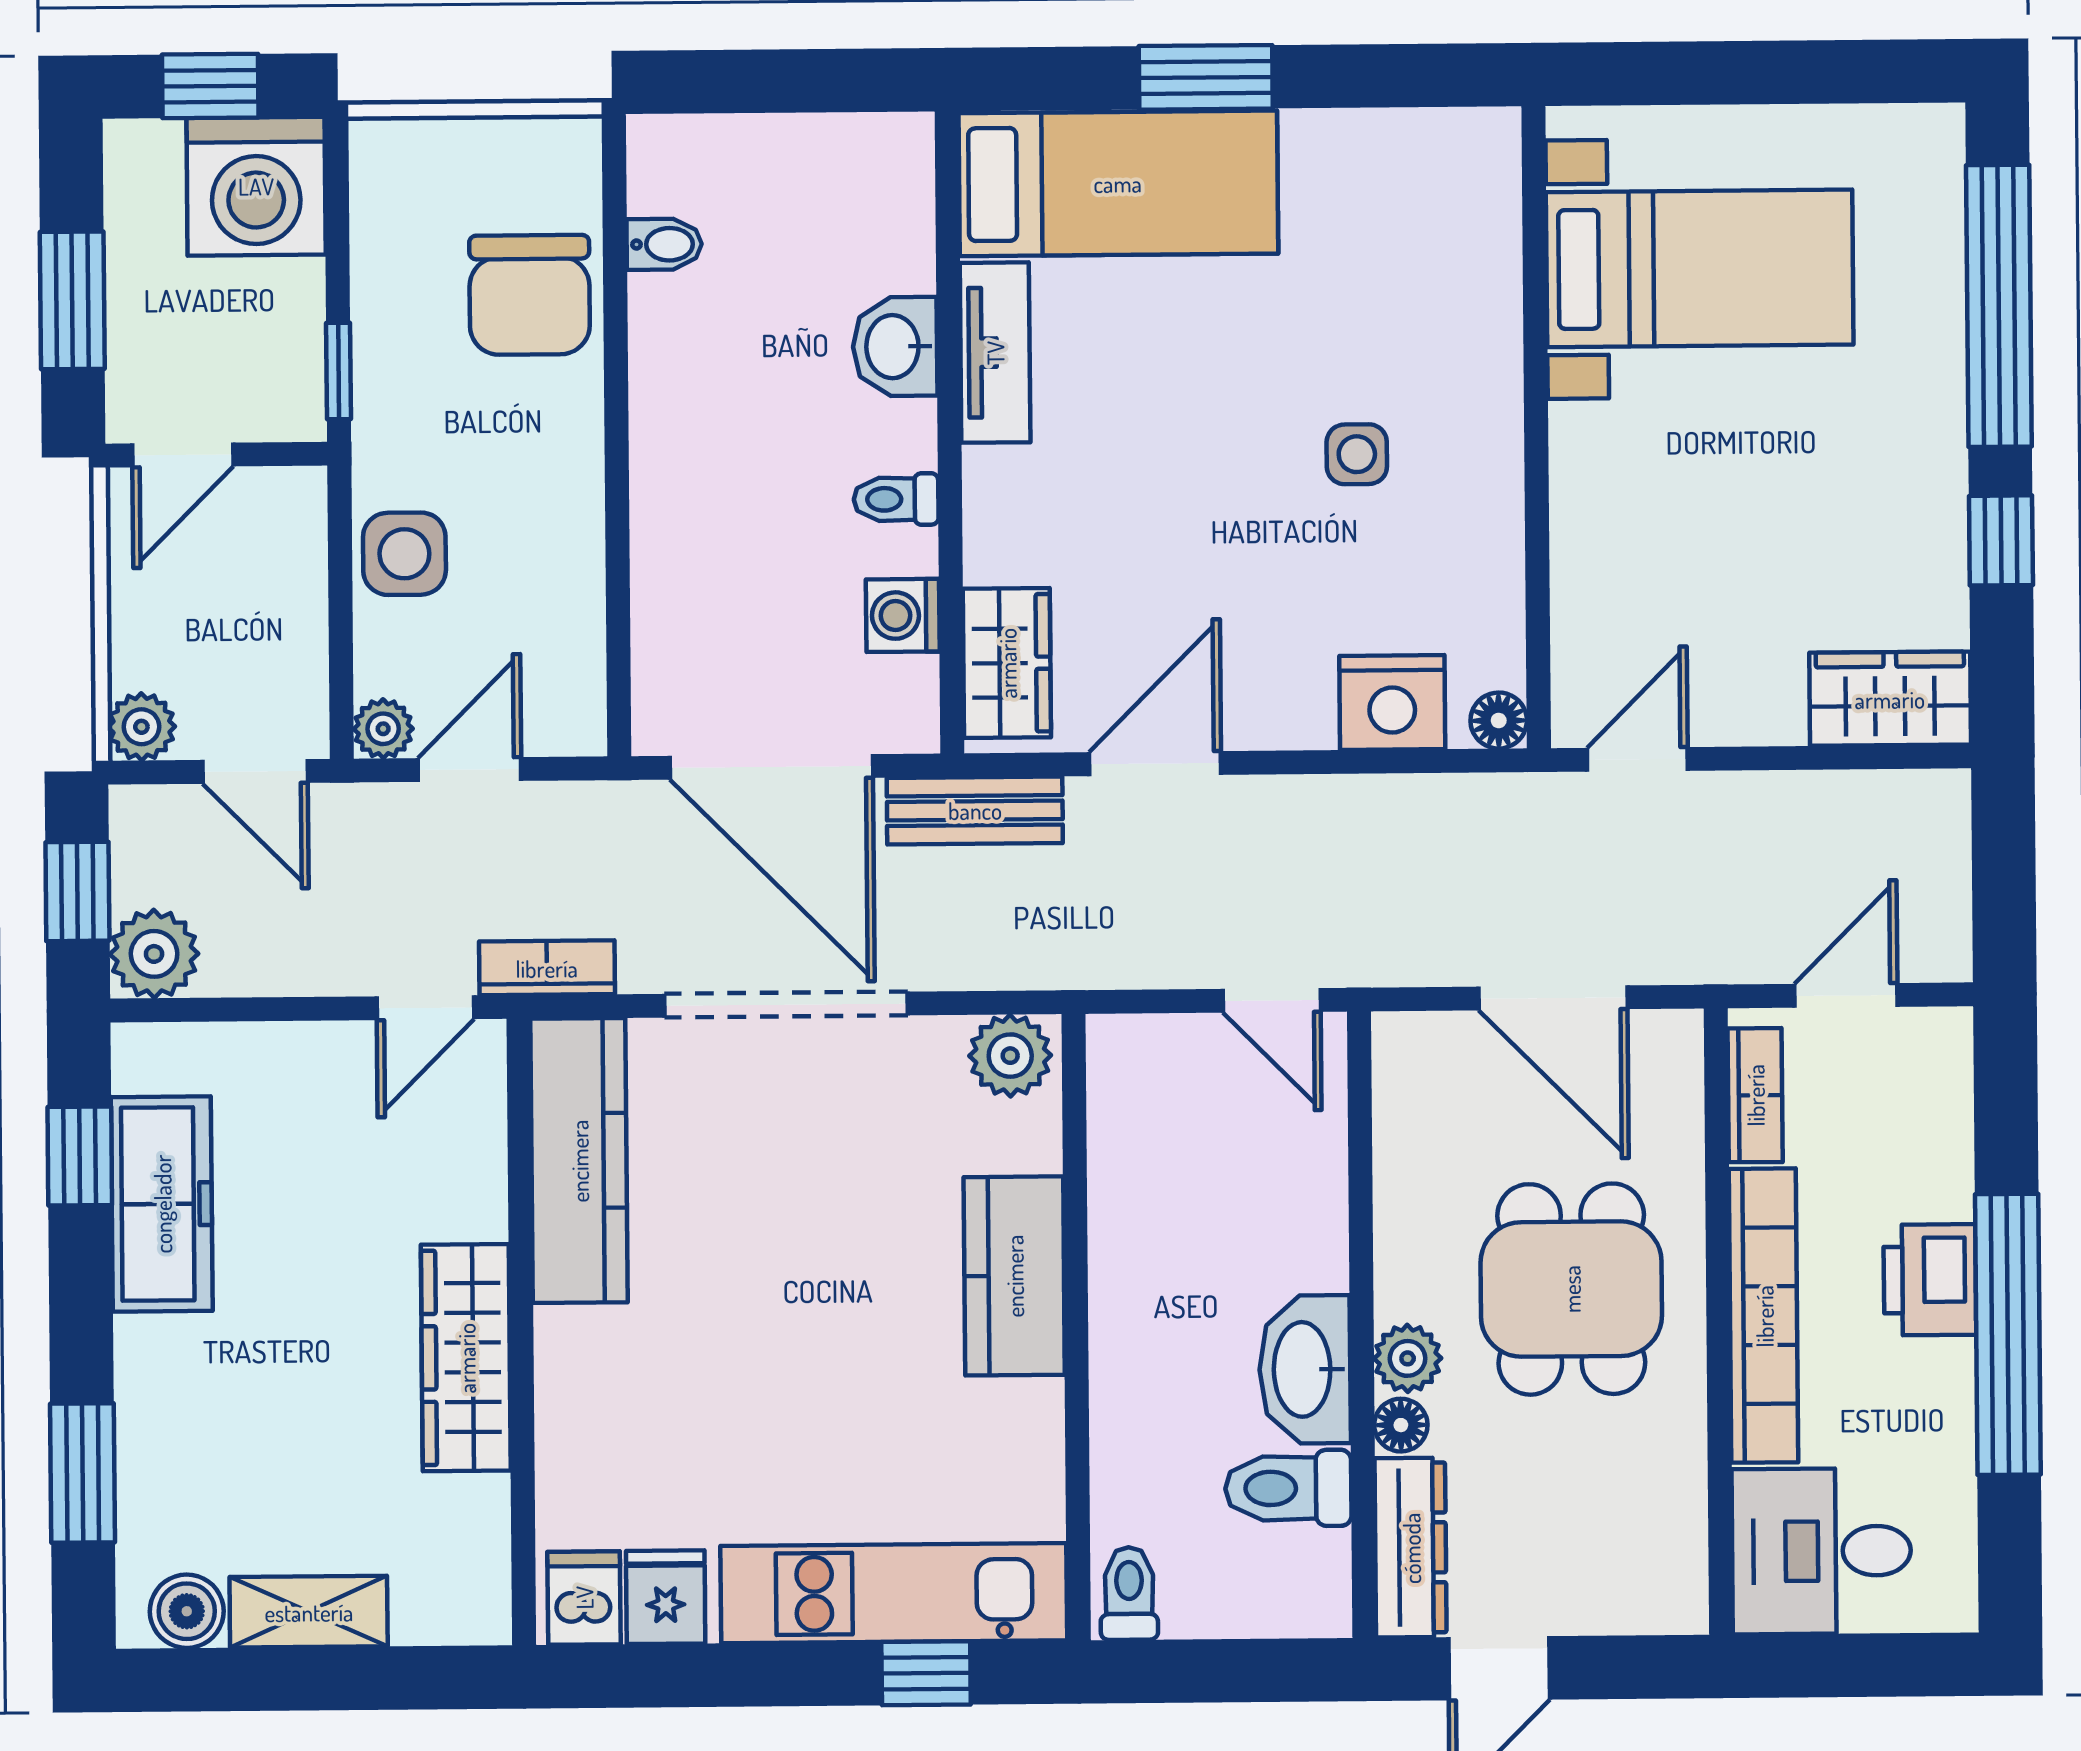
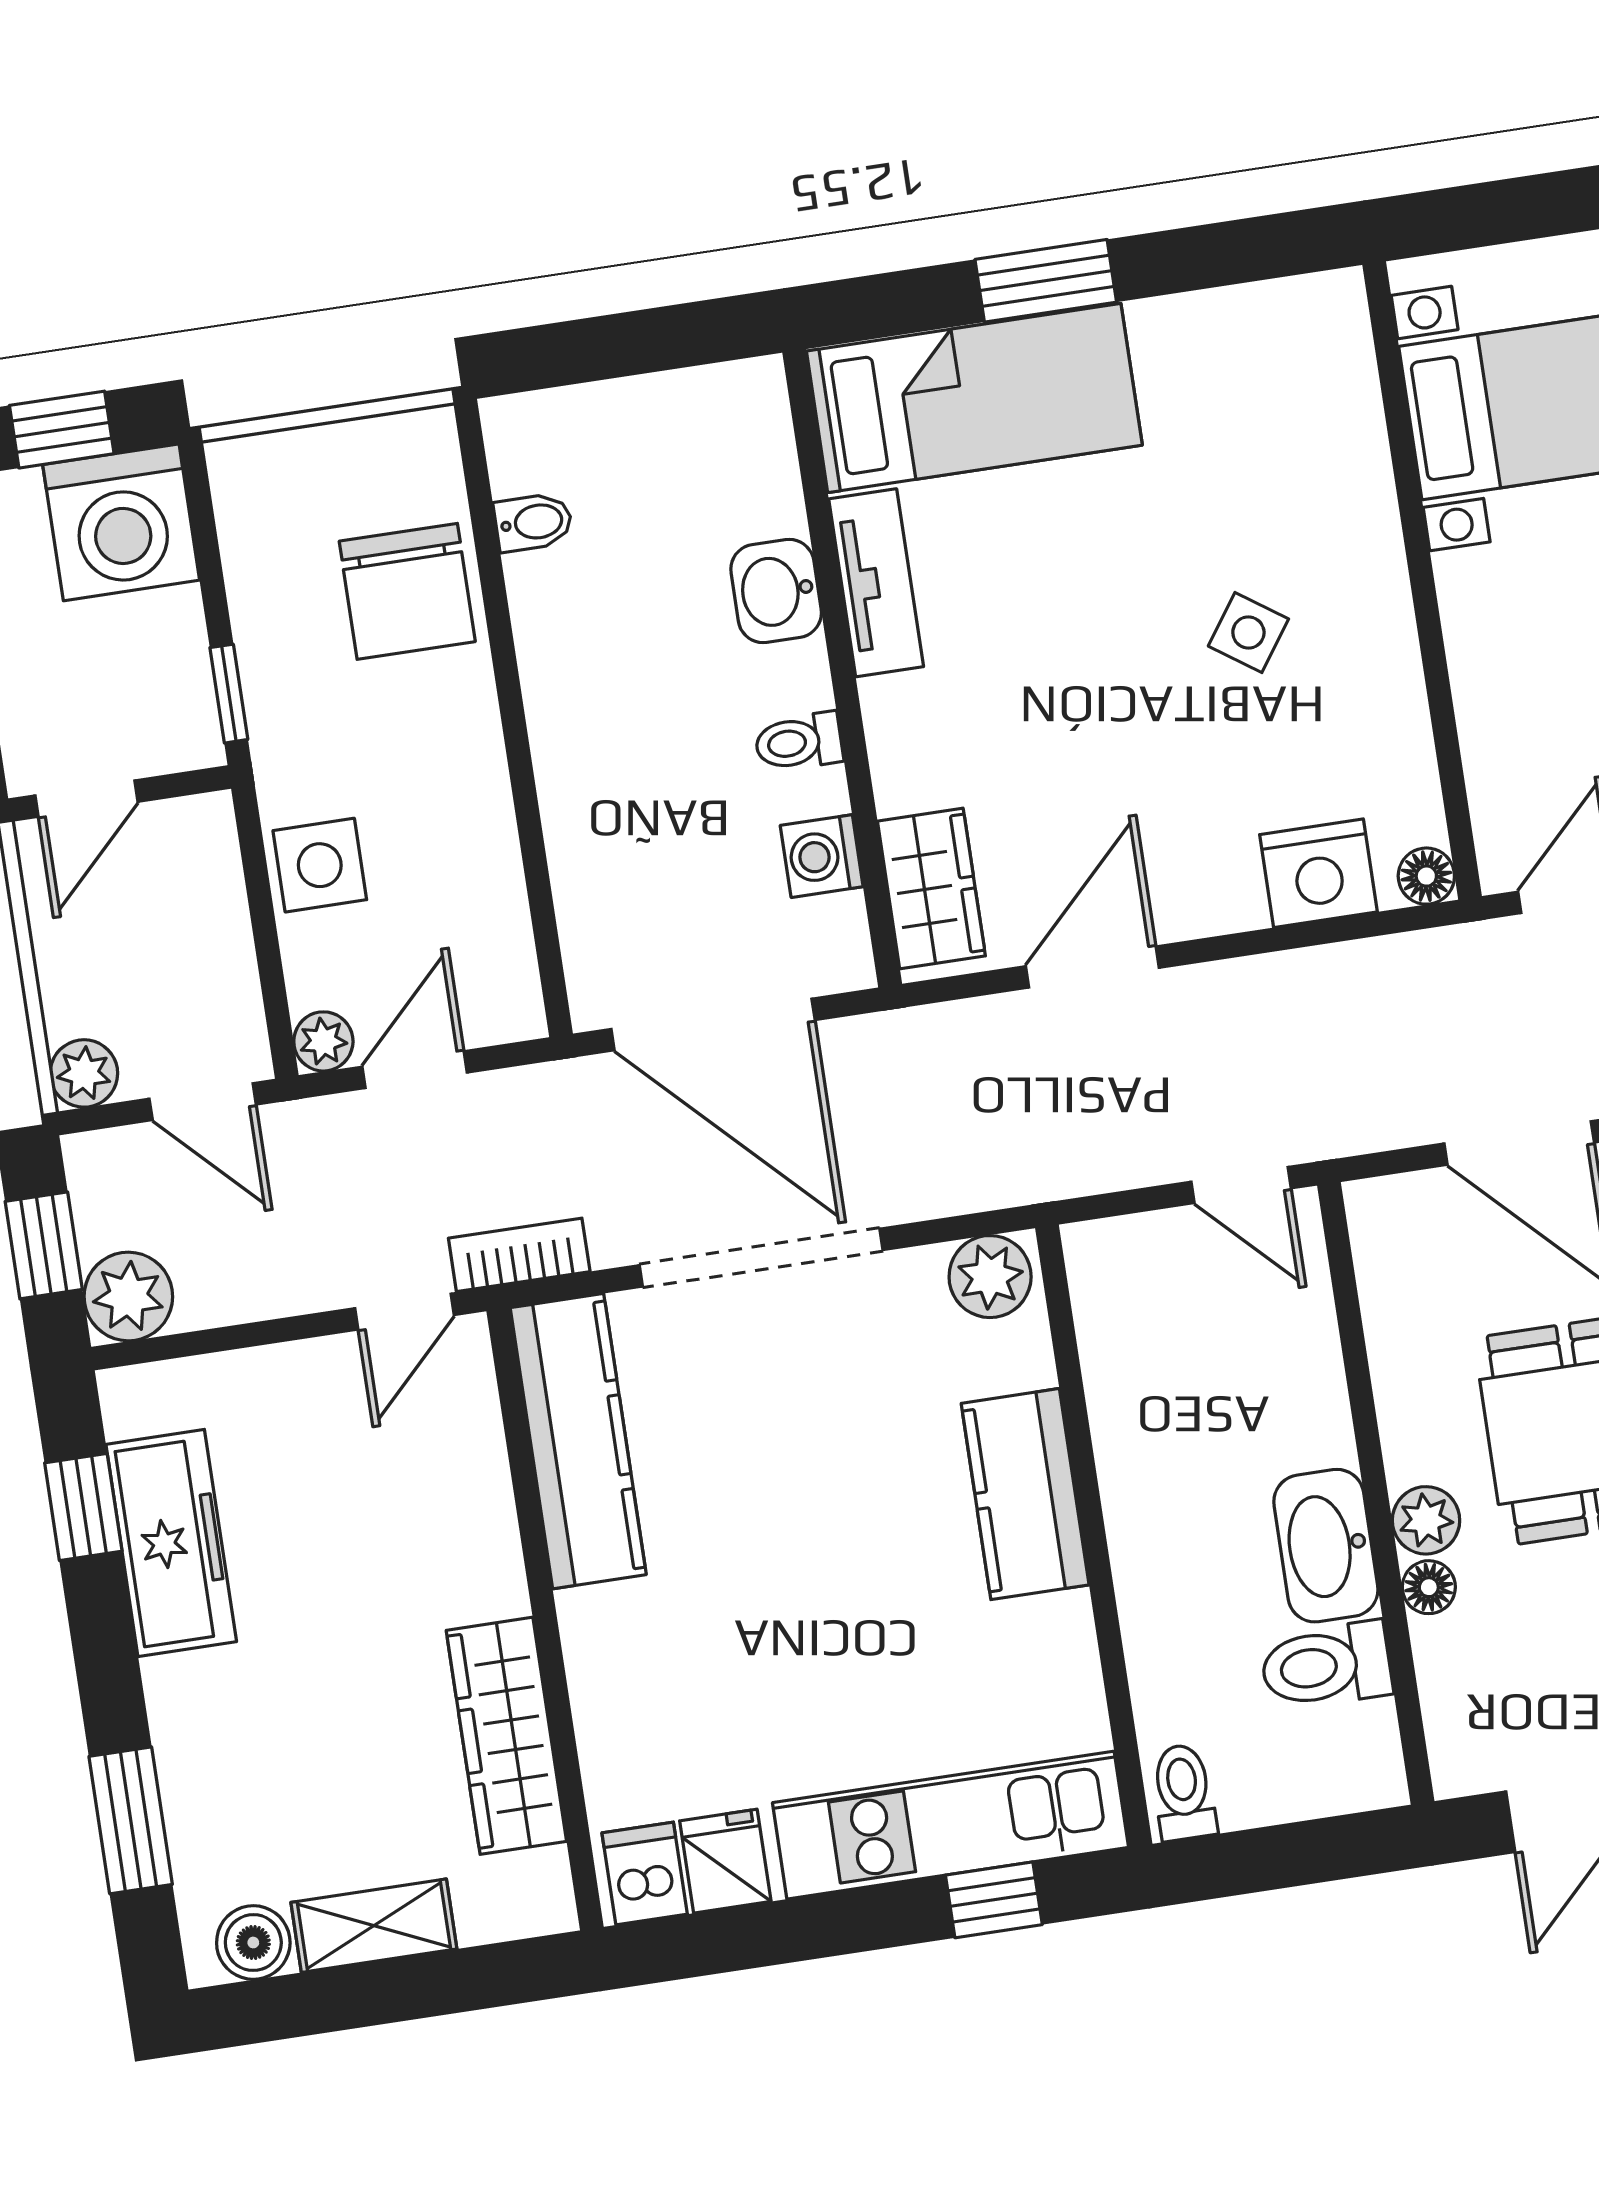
side table: (1357, 454) -> (1248, 633), turned 35
bench: (975, 810) -> (920, 1039), removed
wardrobe: (466, 1358) -> (506, 1736), moved
dresser: (1411, 1548) -> (1456, 1707), removed

